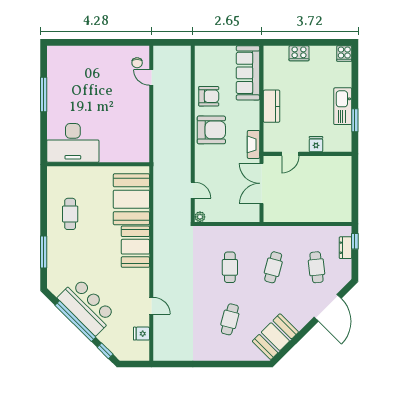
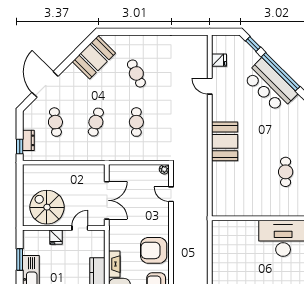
fireplace: (254, 144) -> (114, 264), moved
spiral stairs: (326, 176) -> (47, 207), added
booth: (131, 199) -> (228, 186), removed
cafe table: (230, 319) -> (136, 73), turned -39

